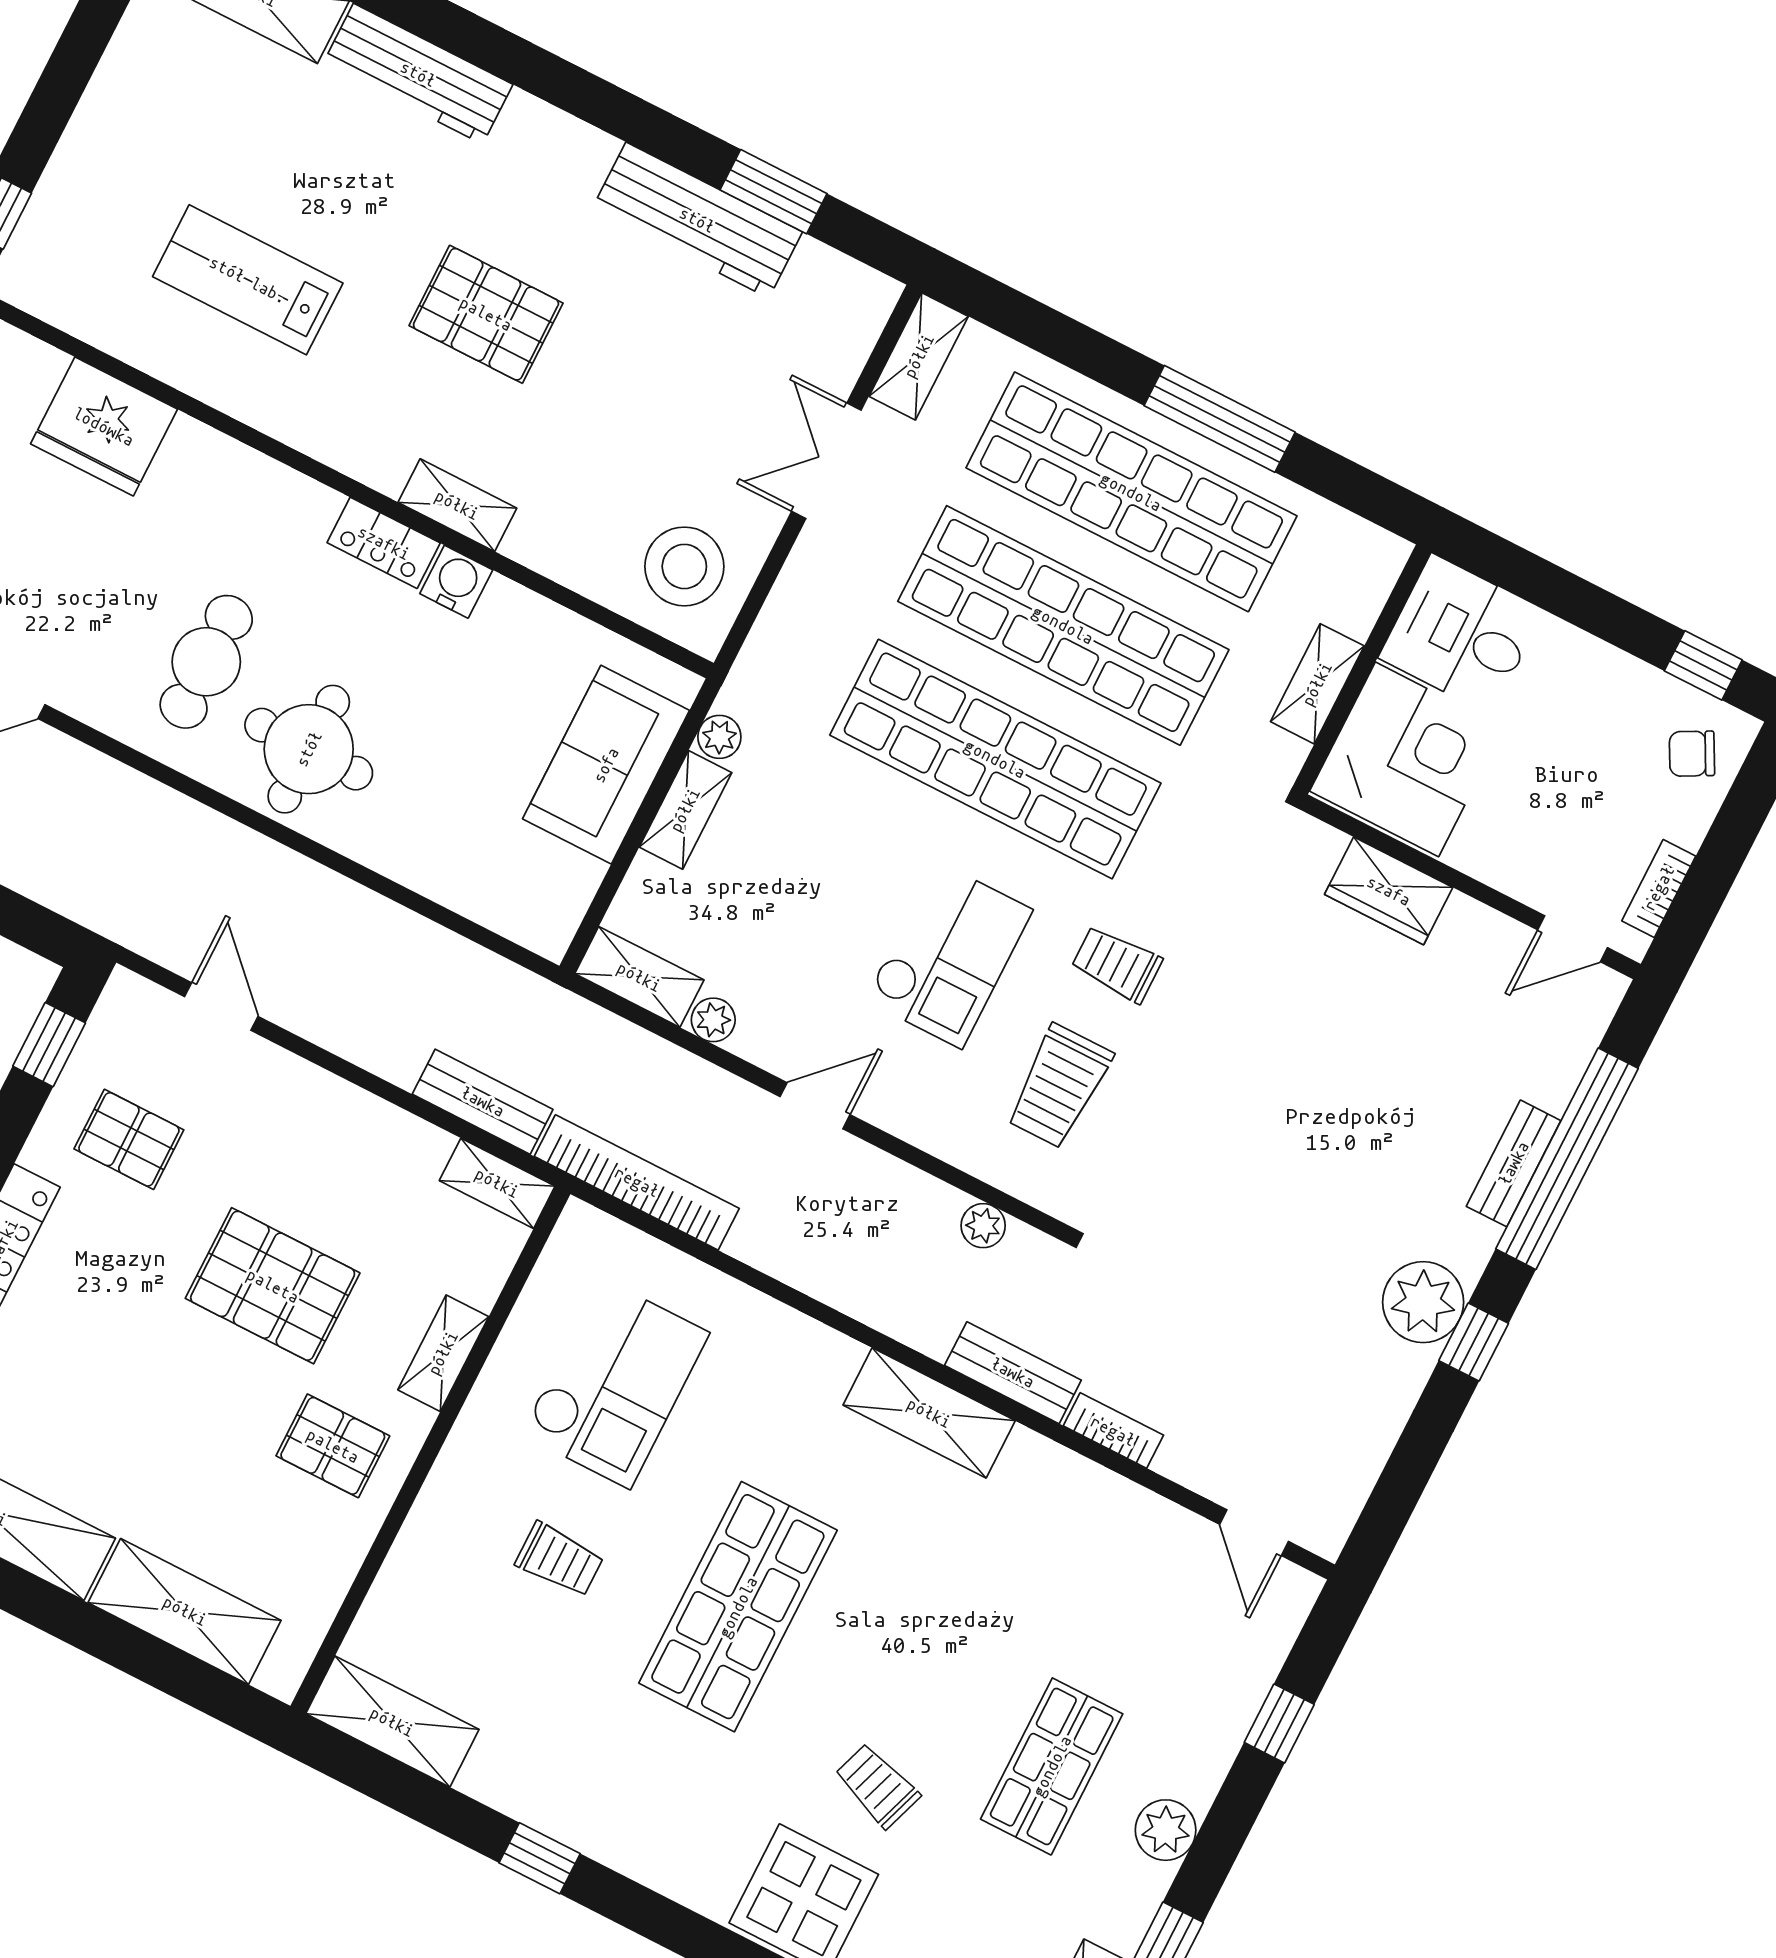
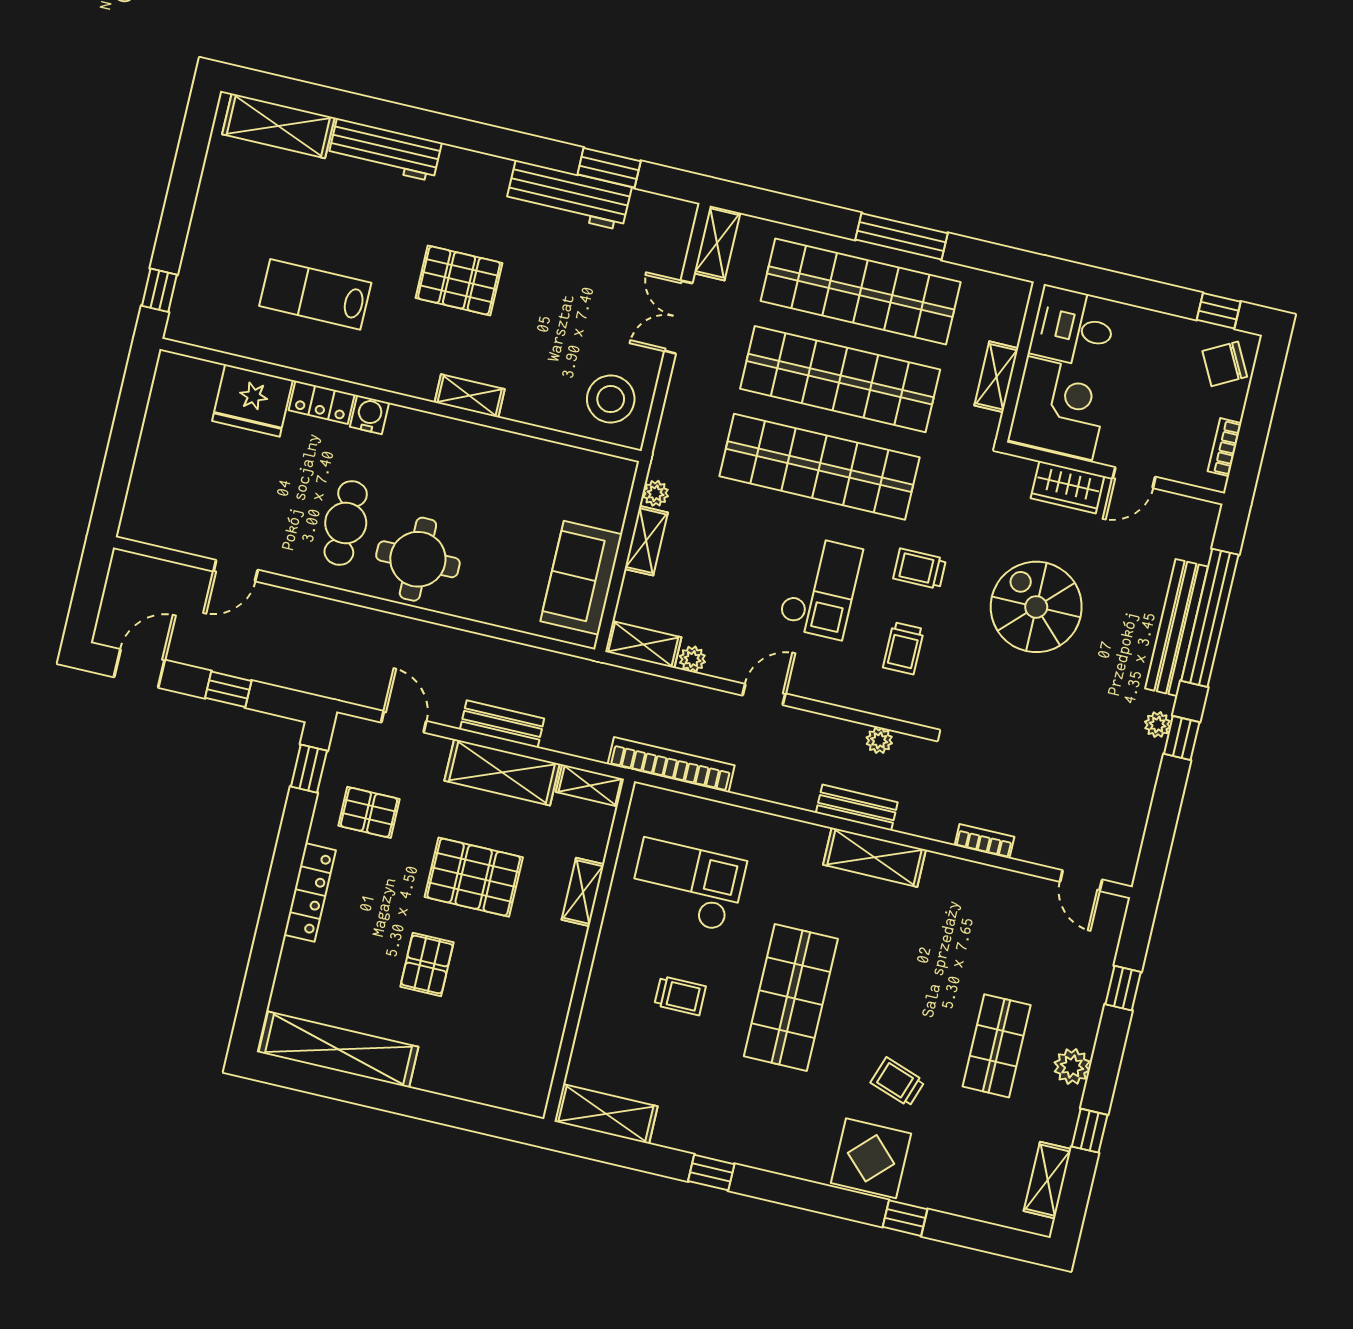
locker: (384, 543) -> (322, 402), moved
water cooler: (456, 582) -> (369, 415), moved
chair: (1692, 754) -> (1225, 364), width x1.37, depth x1.37
sofa: (606, 765) -> (581, 578), moved
door: (1573, 939) -> (1134, 478), moved
spiral stairs: (1290, 1072) -> (1036, 607), added
trolley: (1059, 1086) -> (903, 648), width x0.73, depth x0.72
bench: (483, 1102) -> (502, 724), moved
bench: (1514, 1163) -> (1177, 628), width x1.86, depth x1.21
plant: (1423, 1302) -> (1158, 725), width x0.53, depth x0.53
bench: (1013, 1373) -> (857, 808), moved
checkout: (615, 1383) -> (687, 885), turned -90
pallet: (333, 1446) -> (427, 964), moved, turned 90
shelving: (185, 1611) -> (502, 772), moved

